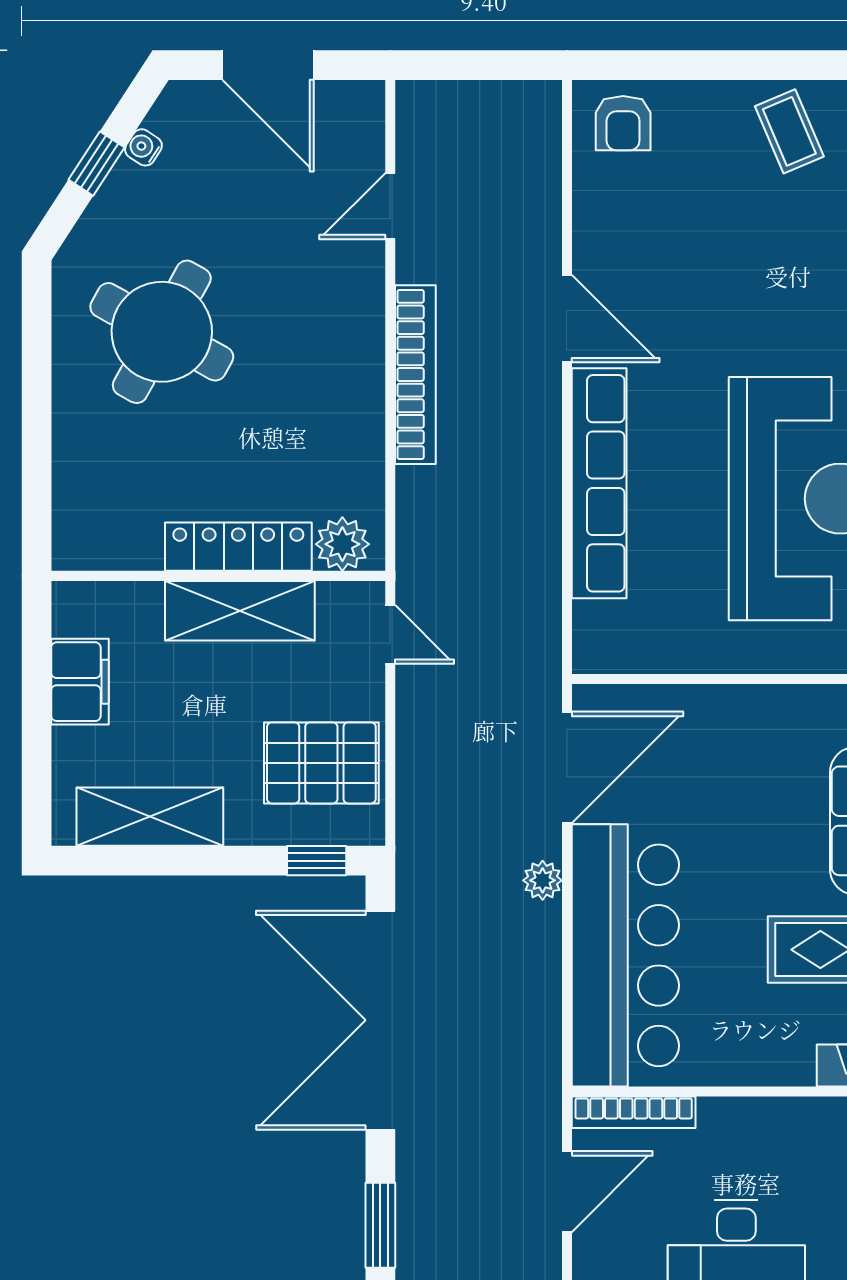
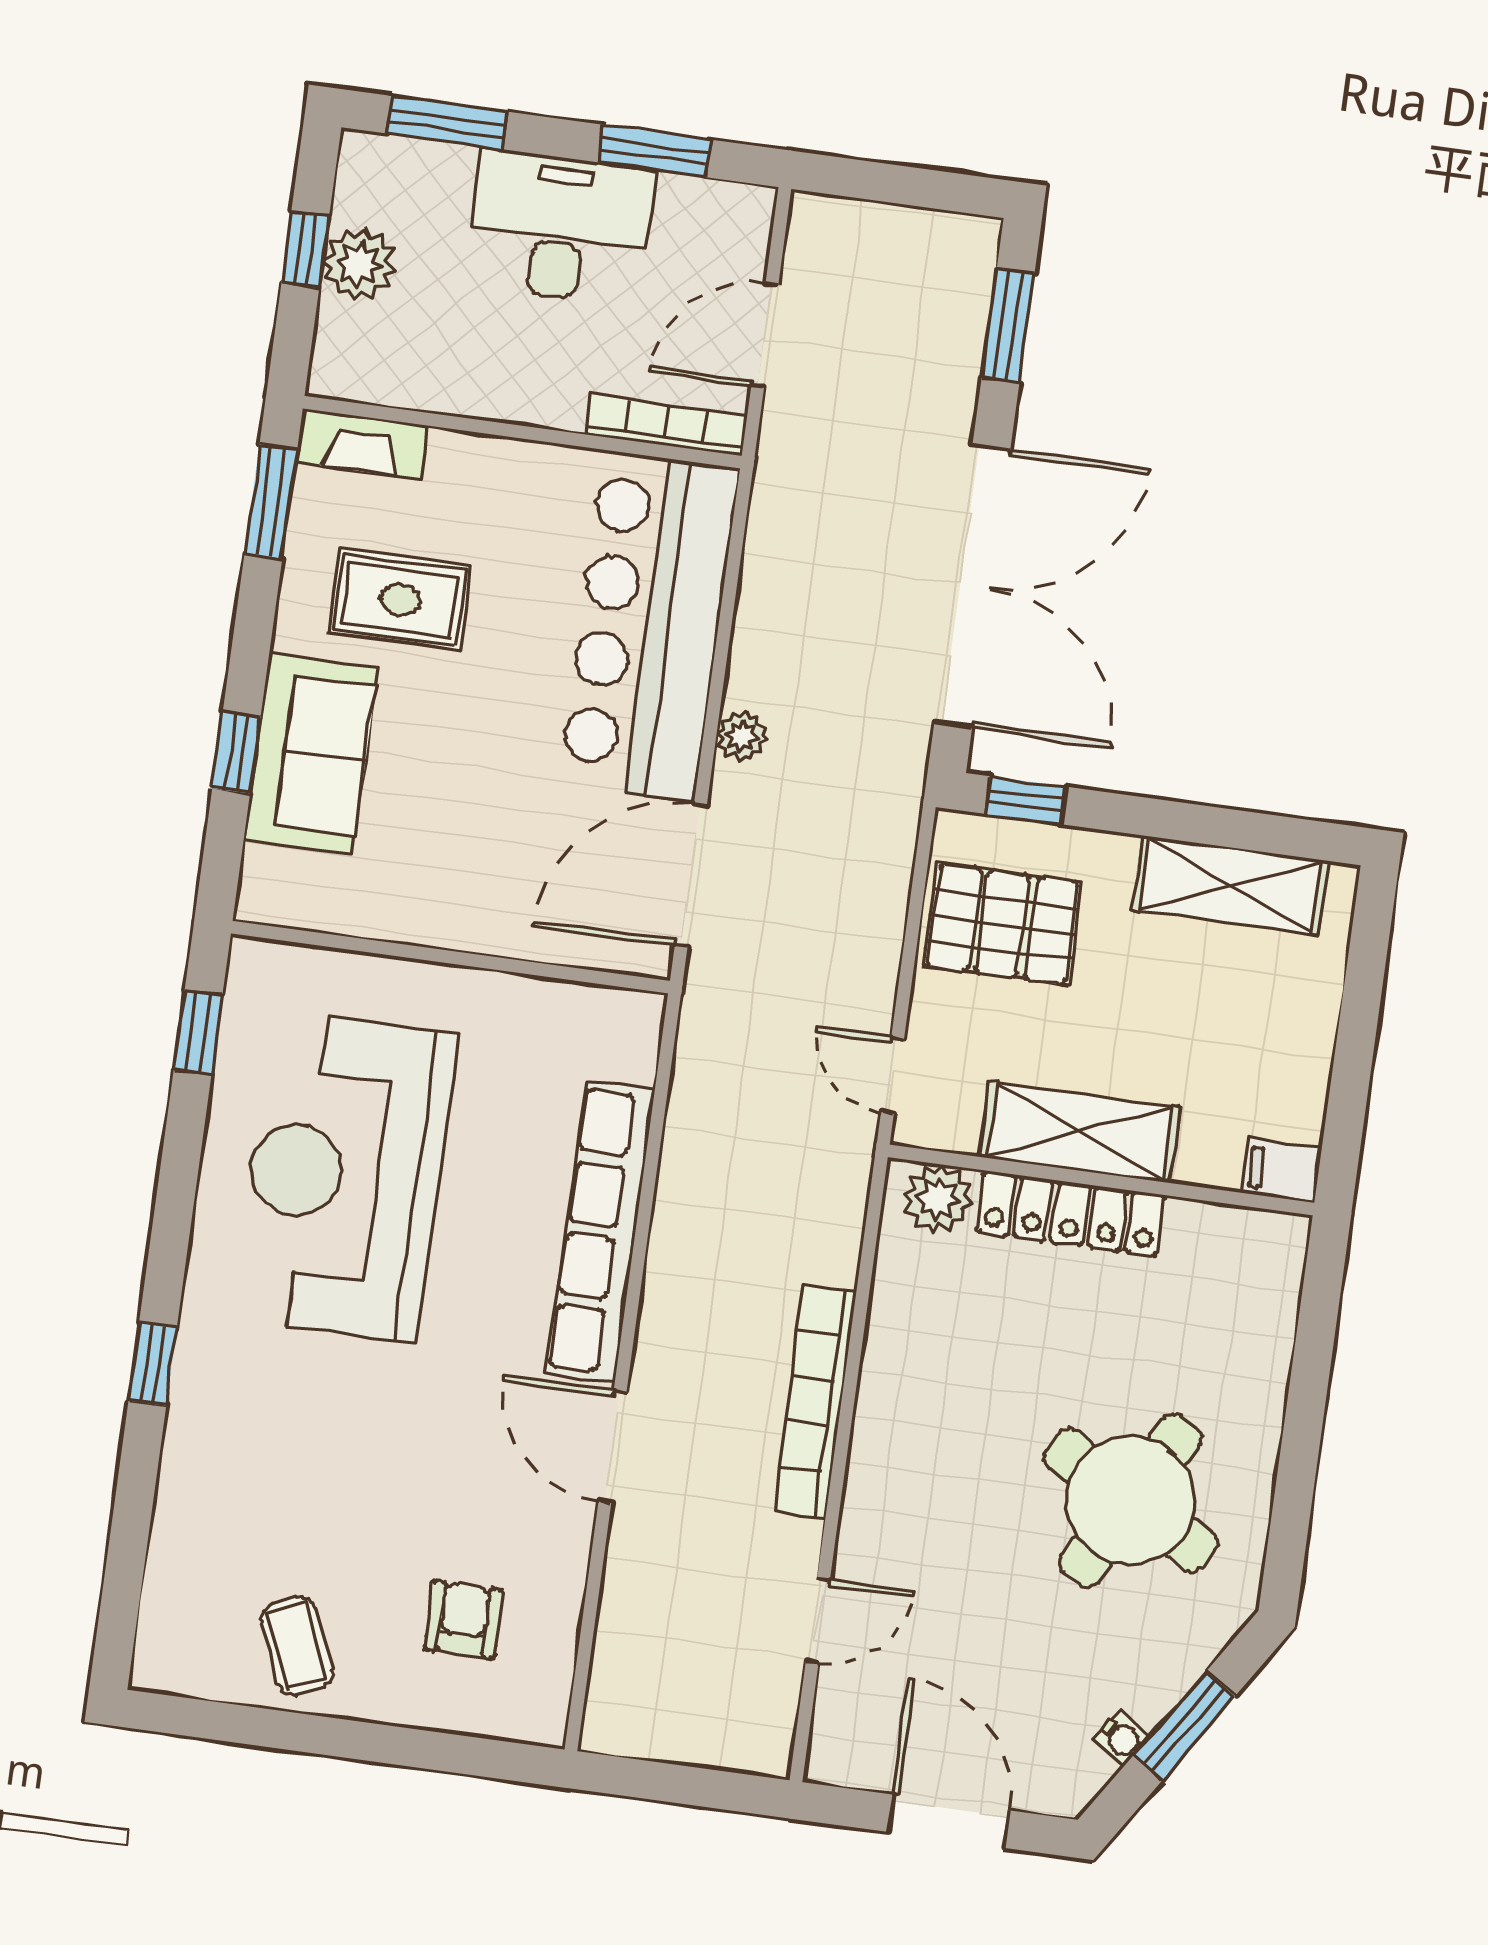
armchair: (623, 123) -> (464, 1620), moved
window: (97, 164) -> (1184, 1726), width x1.50
filing cabinet: (80, 682) -> (1282, 1171), moved, width x0.50

